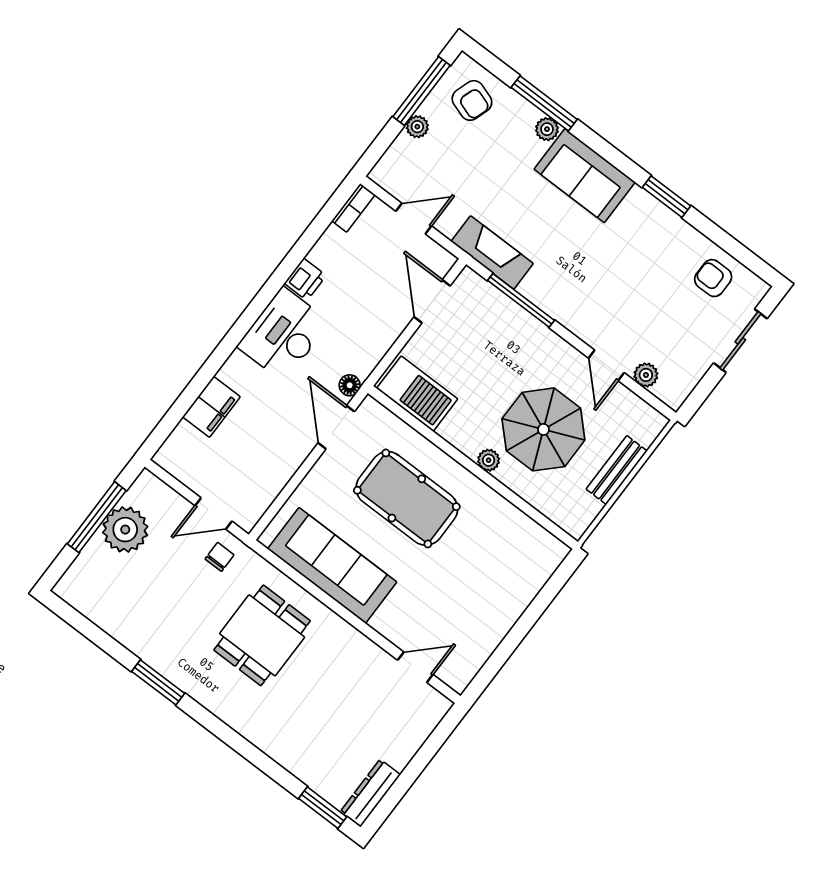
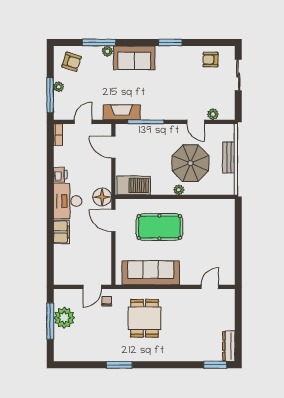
window: (421, 91) -> (50, 95), moved
floor lamp: (350, 385) -> (102, 197), width x1.89, depth x1.89
filing cabinet: (211, 407) -> (61, 232), moved

